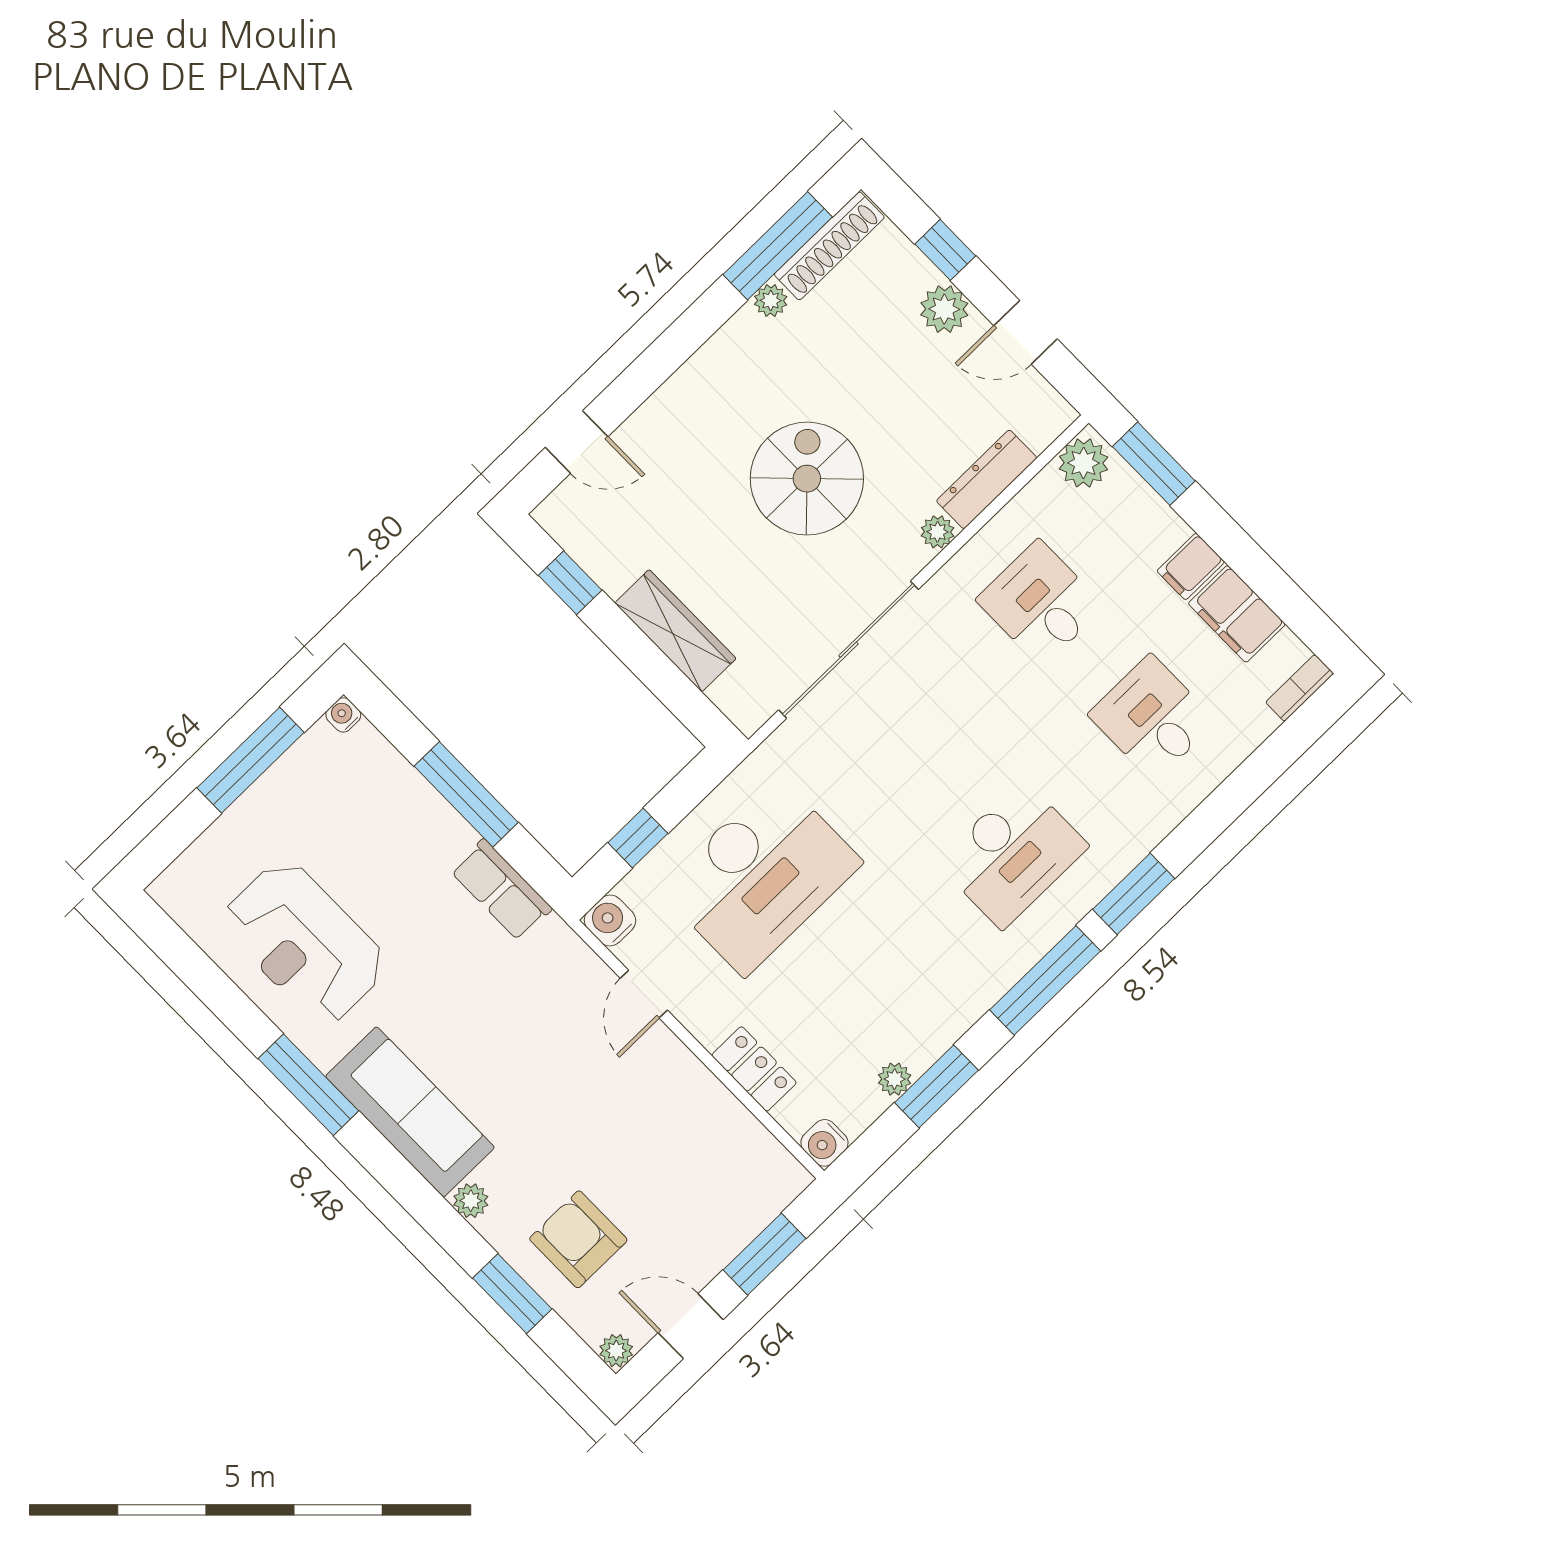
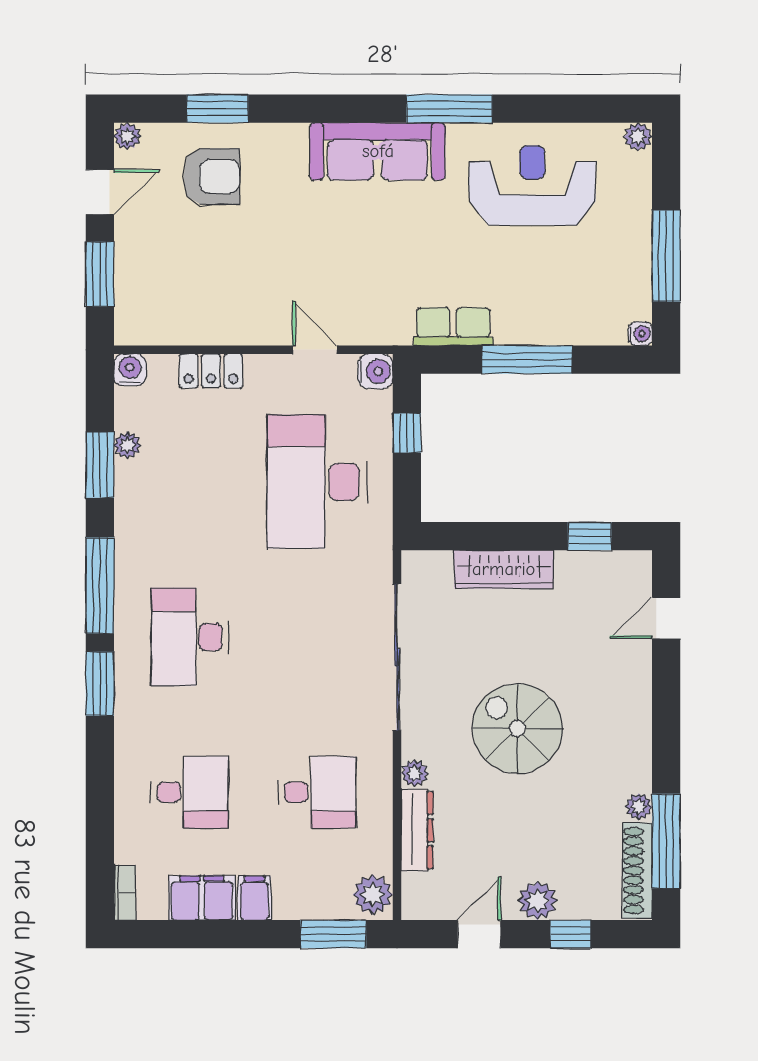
spiral stairs: (807, 479) -> (517, 729), turned 180
plant: (471, 1201) -> (638, 137), moved

